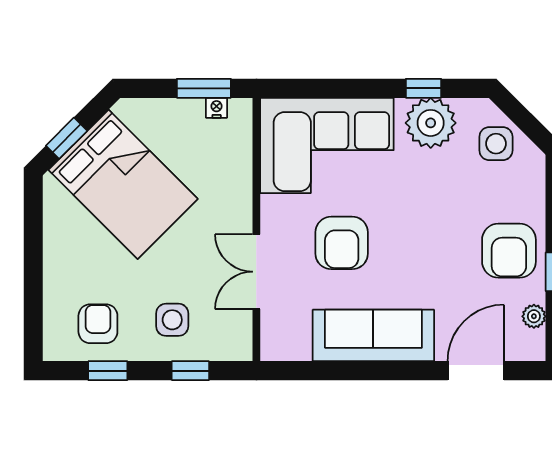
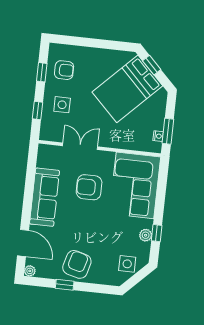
plant: (431, 123) -> (146, 235), width x0.53, depth x0.53
armchair: (509, 251) -> (77, 264), turned 105
plant: (534, 316) -> (30, 271), moved

